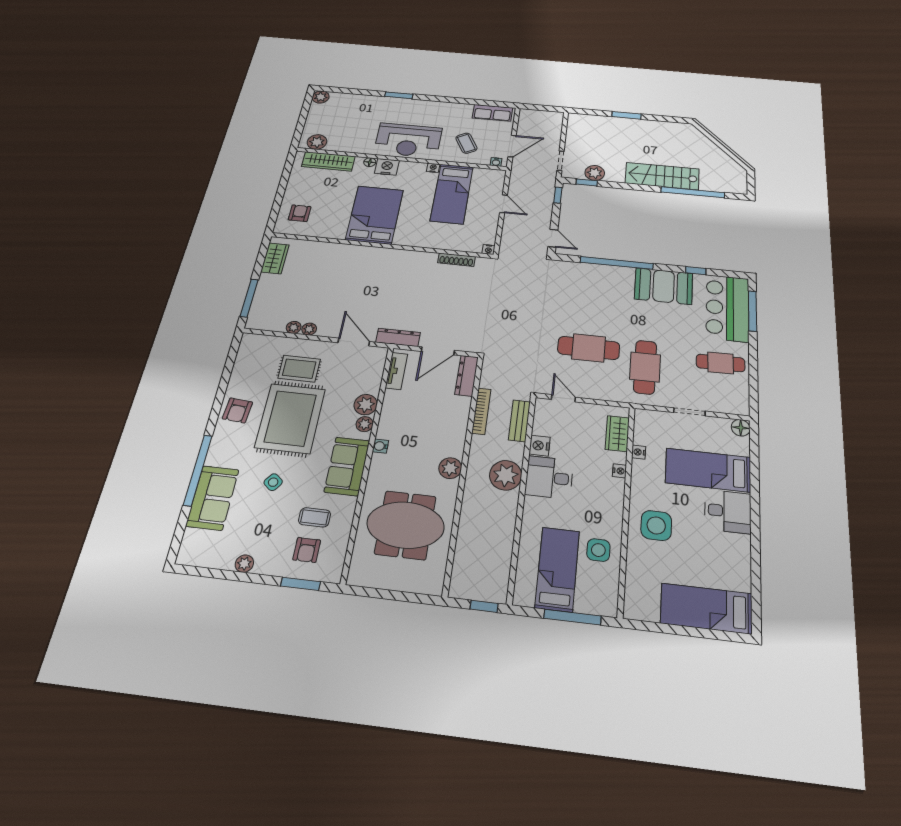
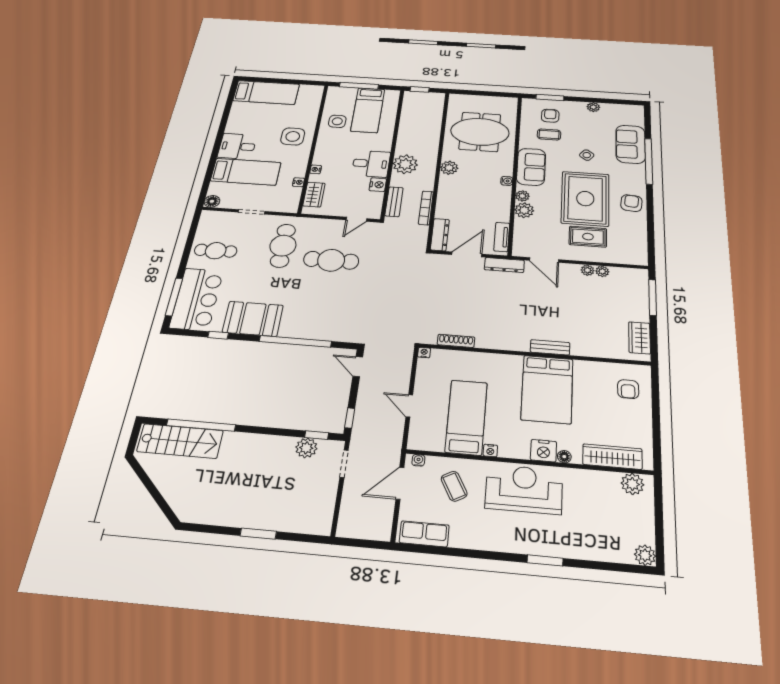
stairs: (662, 176) -> (180, 441), moved
bench: (365, 252) -> (550, 347), added
door: (563, 398) -> (356, 219), hinge flipped

